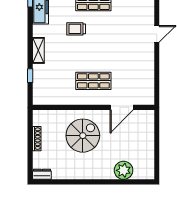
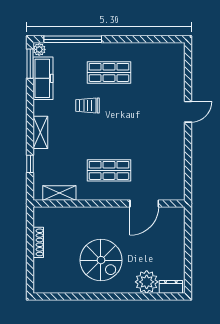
shelving: (54, 99) -> (59, 193), added
spiral stairs: (83, 136) -> (101, 260), moved, turned 90
dresser: (42, 174) -> (171, 287), moved

